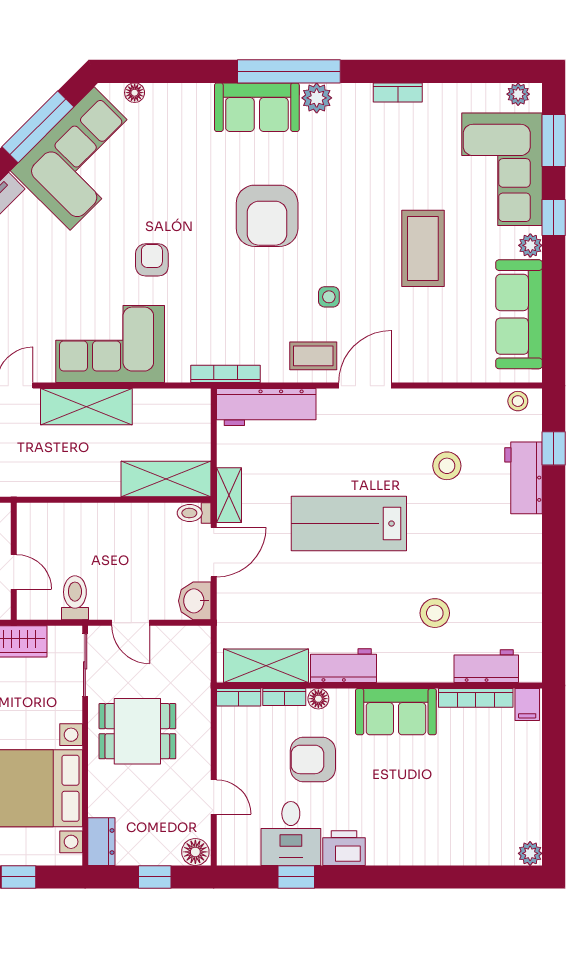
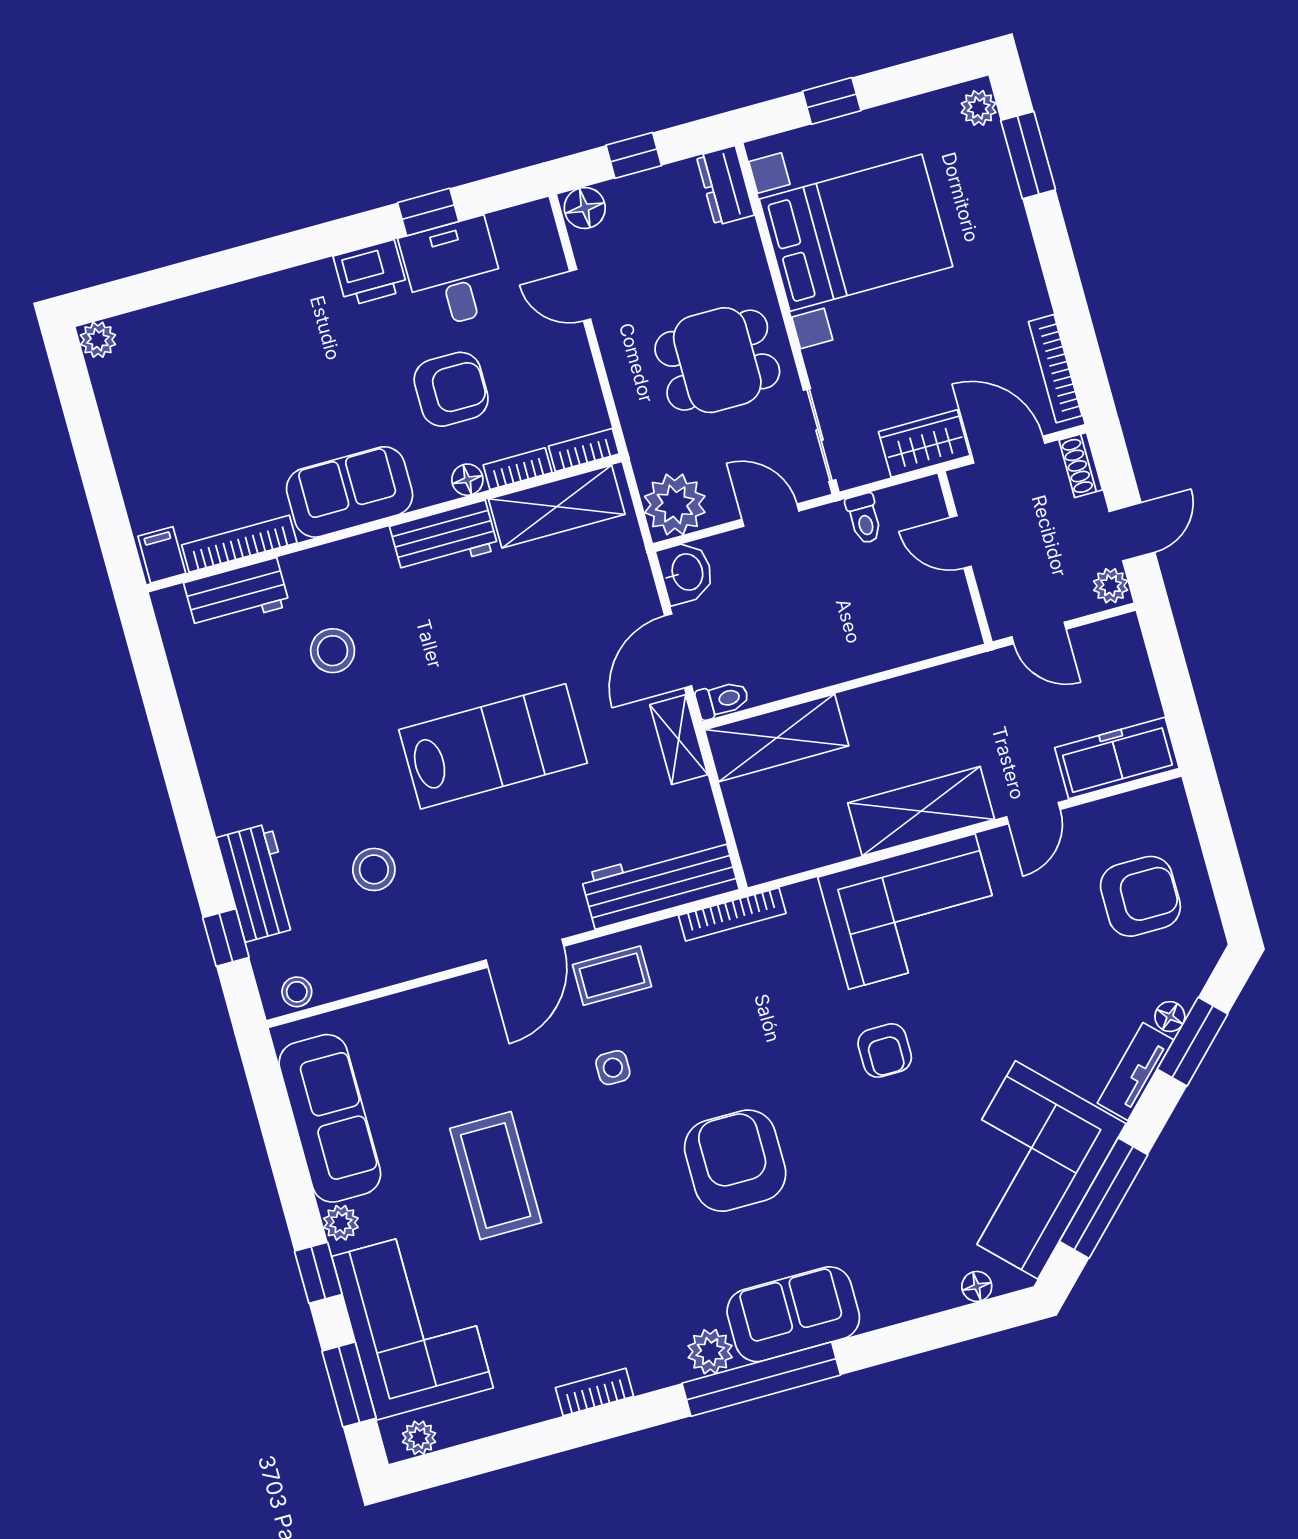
toilet: (75, 598) -> (864, 519), width x0.73, depth x0.72
plant: (190, 646) -> (675, 504), added

